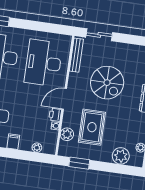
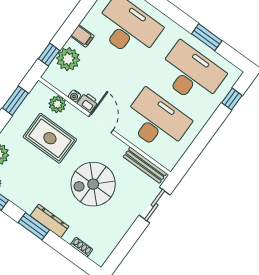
plant: (37, 148) -> (68, 59), width x1.87, depth x1.87
window: (37, 157) -> (49, 55), added

